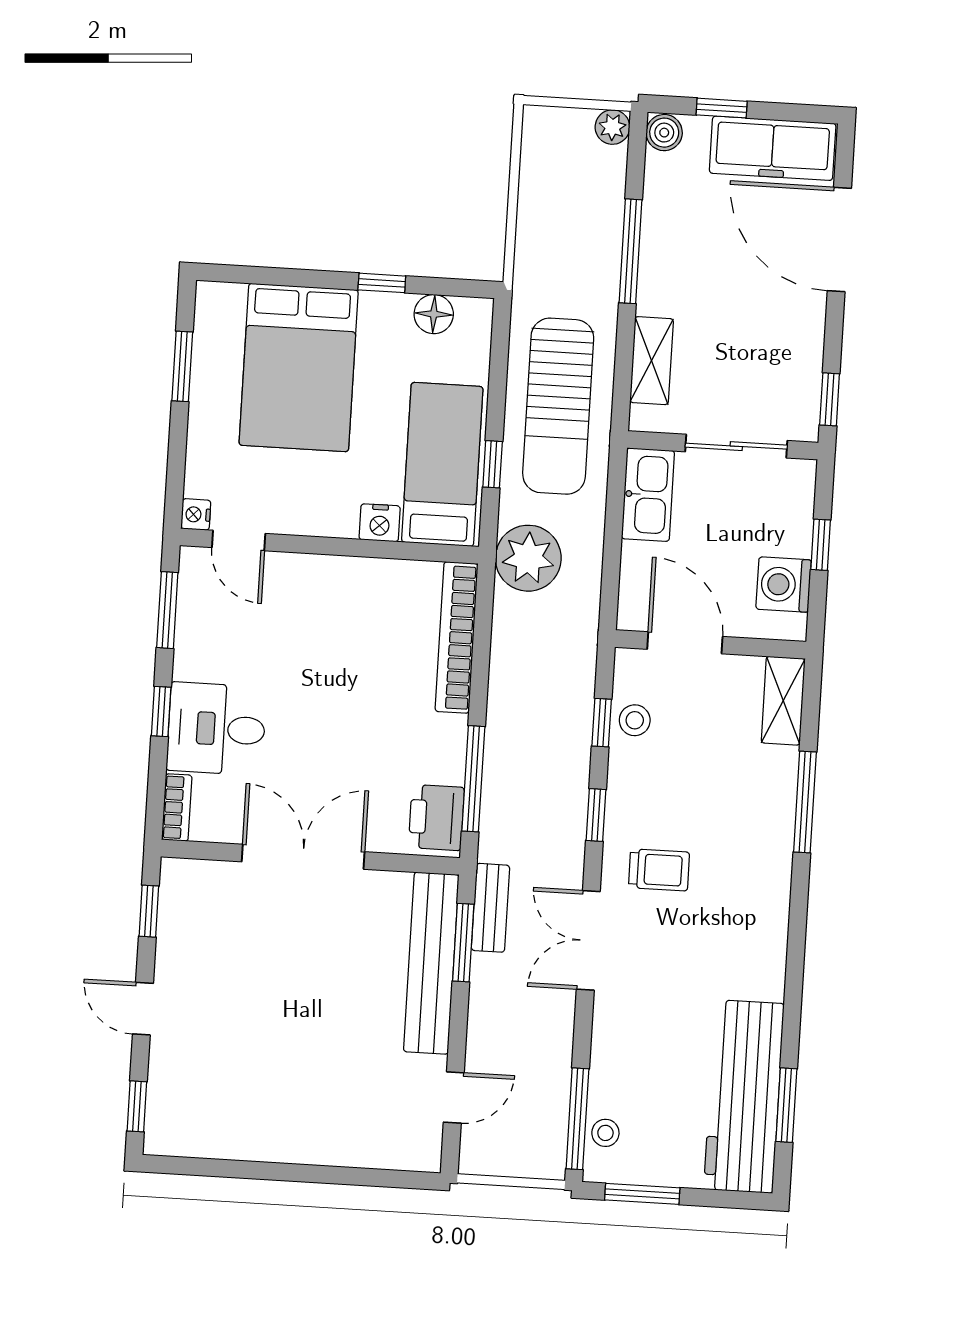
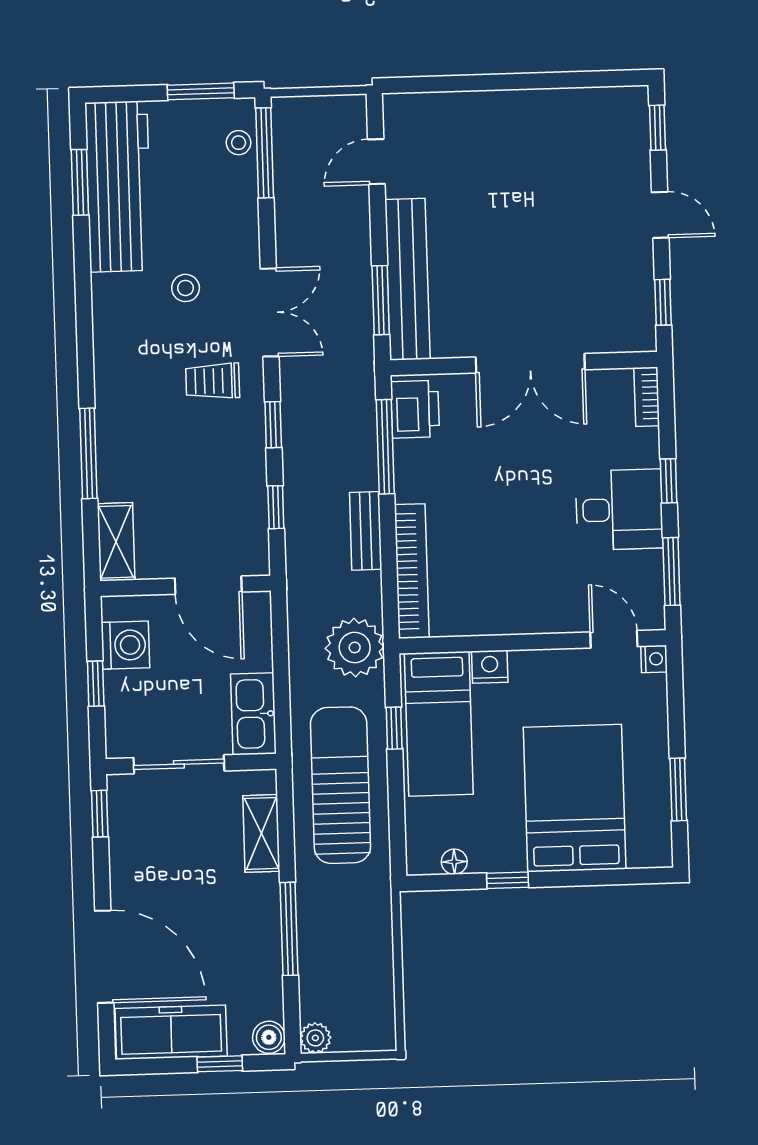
floor lamp: (434, 314) -> (454, 862), width x0.73, depth x0.73
stool: (635, 720) -> (186, 288), moved
desk: (216, 729) -> (619, 510), moved
bench: (490, 908) -> (366, 531), moved

